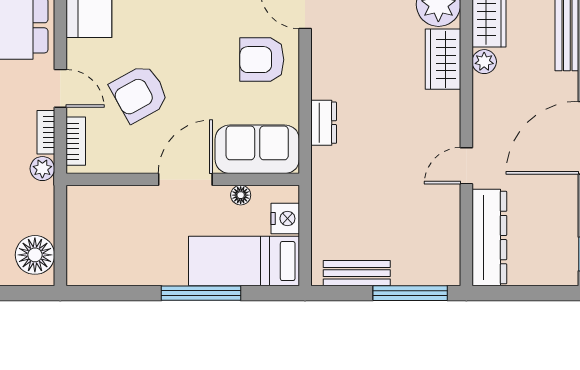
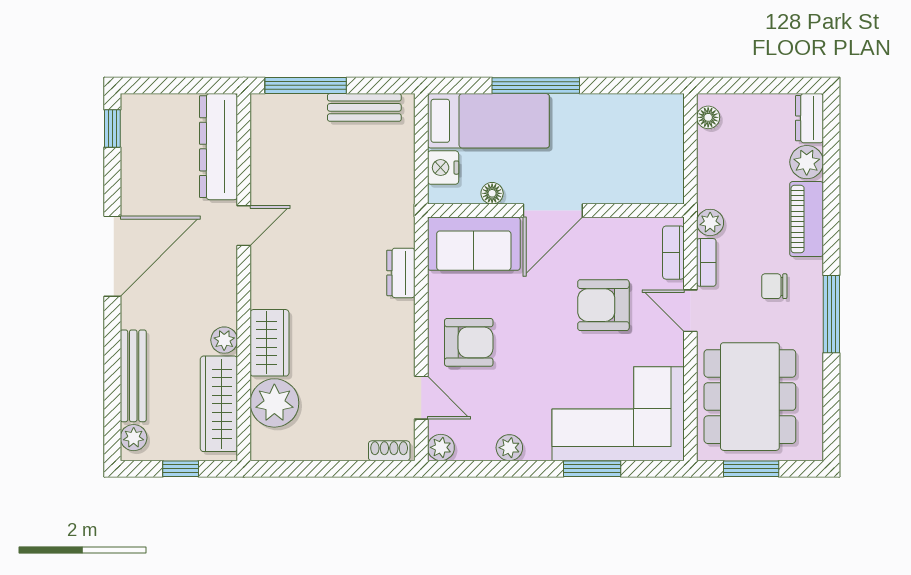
armchair: (139, 93) -> (603, 305), turned -151
floor lamp: (35, 255) -> (708, 117), width x0.53, depth x0.53

